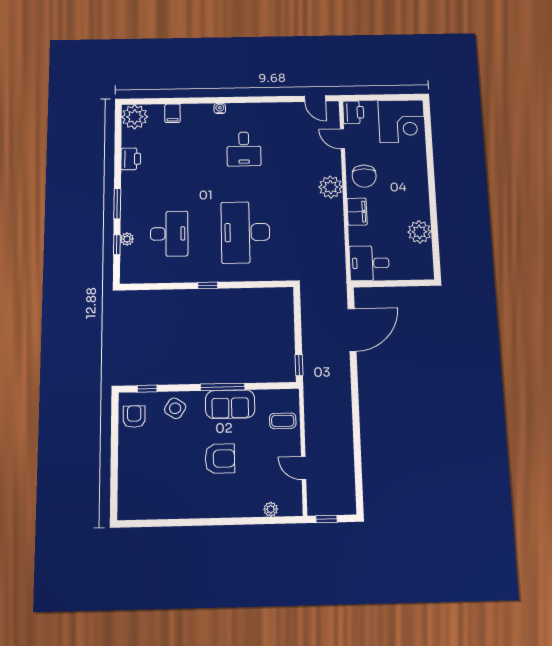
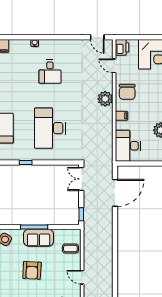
filing cabinet: (357, 212) -> (122, 116), width x0.50
desk: (369, 263) -> (128, 146), width x1.37
double door: (297, 309) -> (81, 179), added
armchair: (220, 459) -> (32, 270), turned 93

